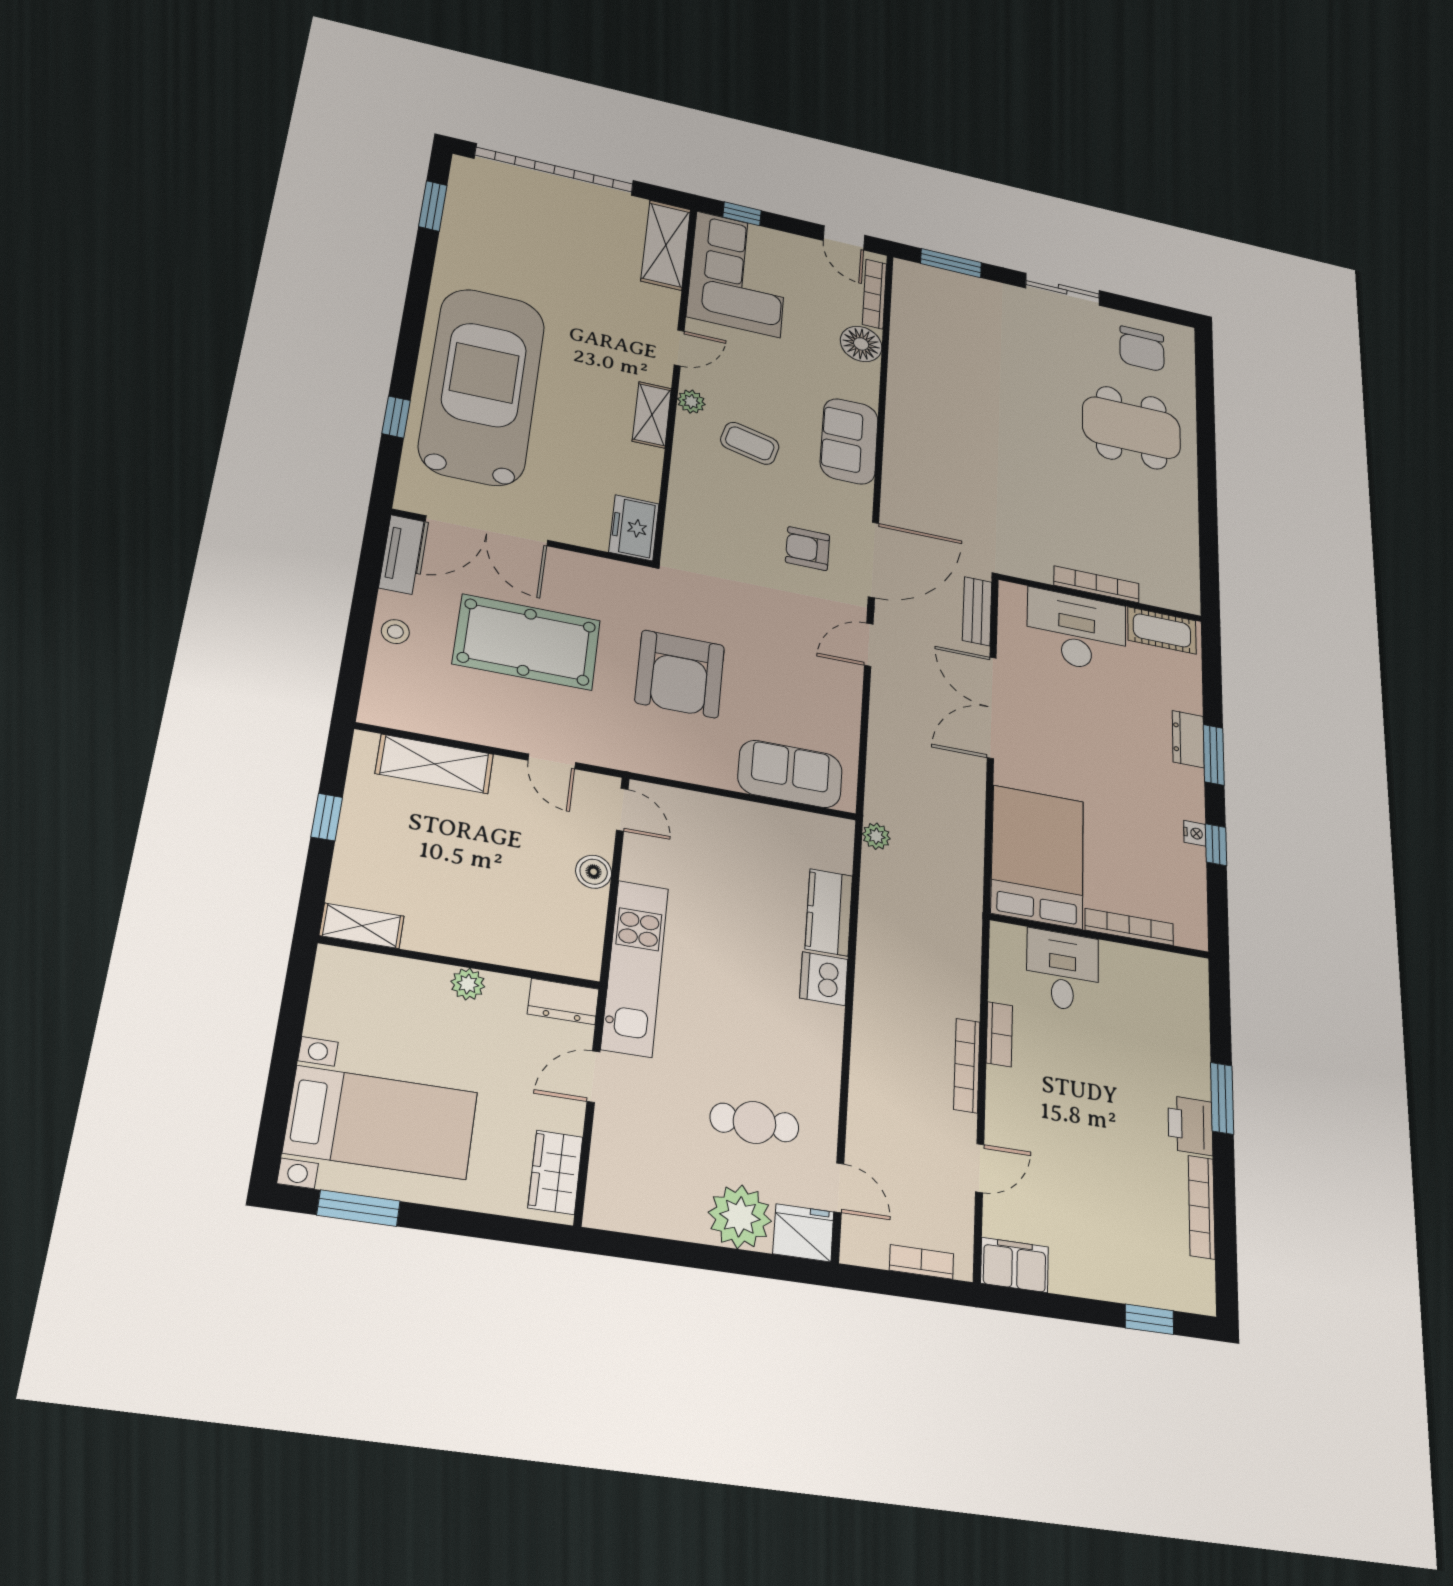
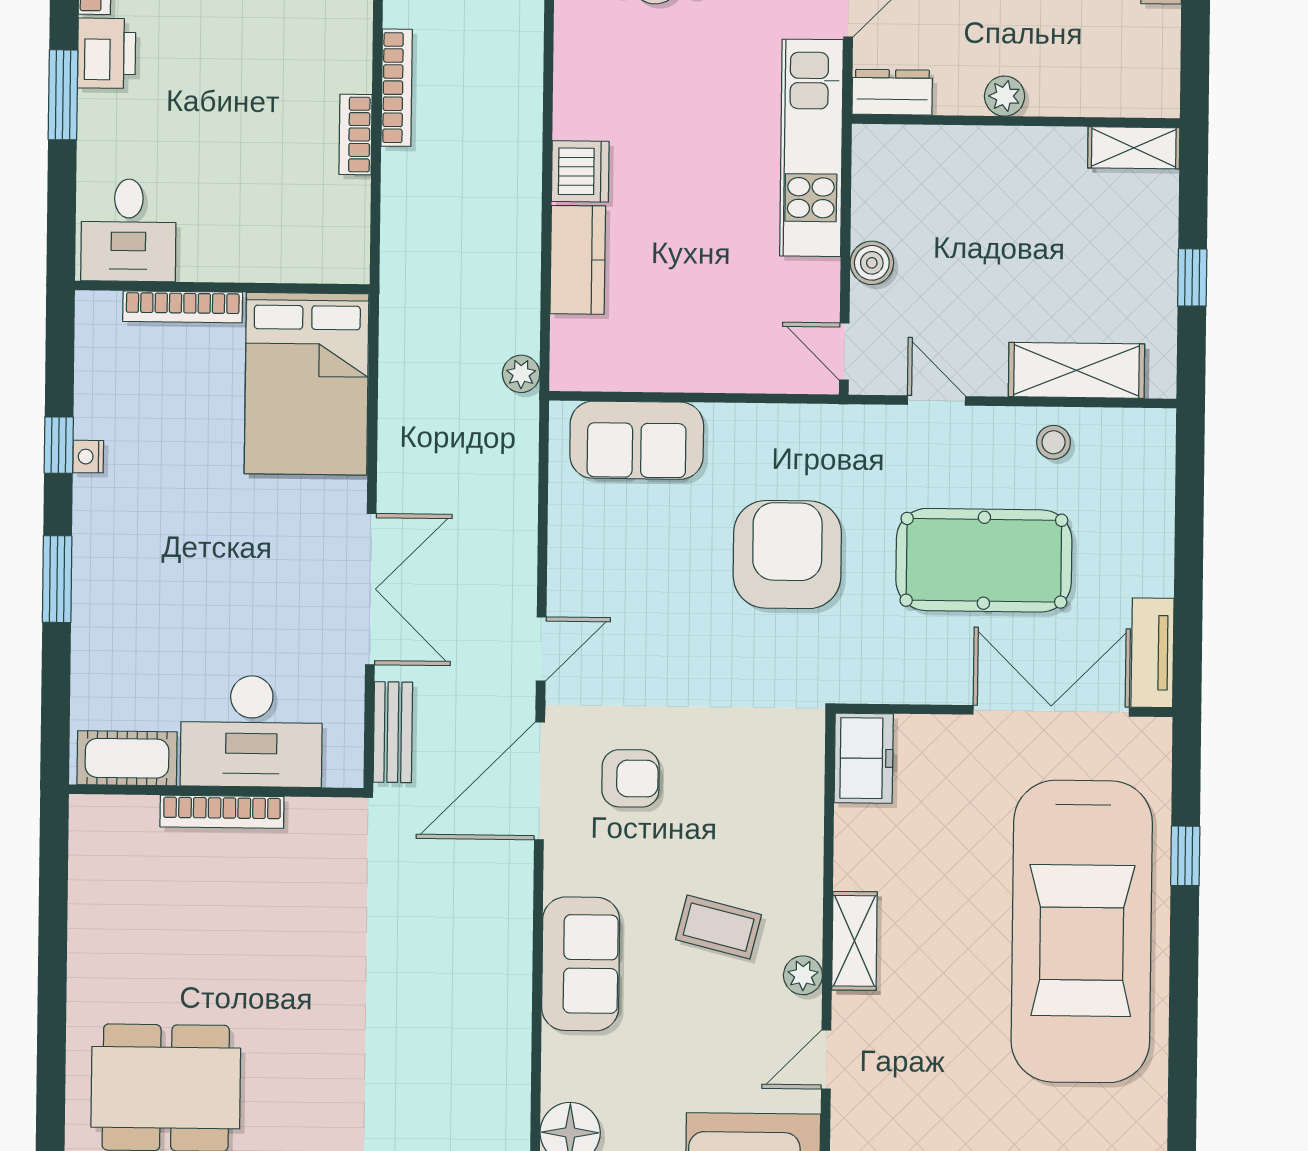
stool: (395, 632) -> (1054, 442), moved
dresser: (1188, 739) -> (93, 596), removed
desk: (1063, 971) -> (129, 230), moved

